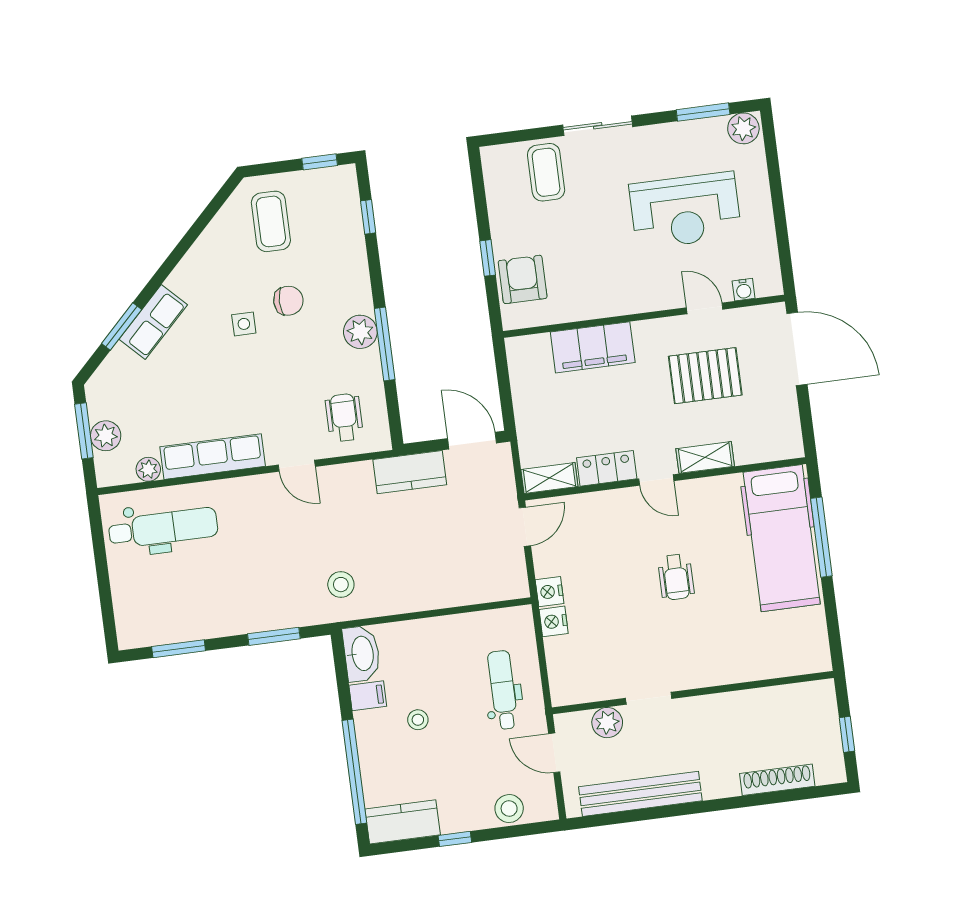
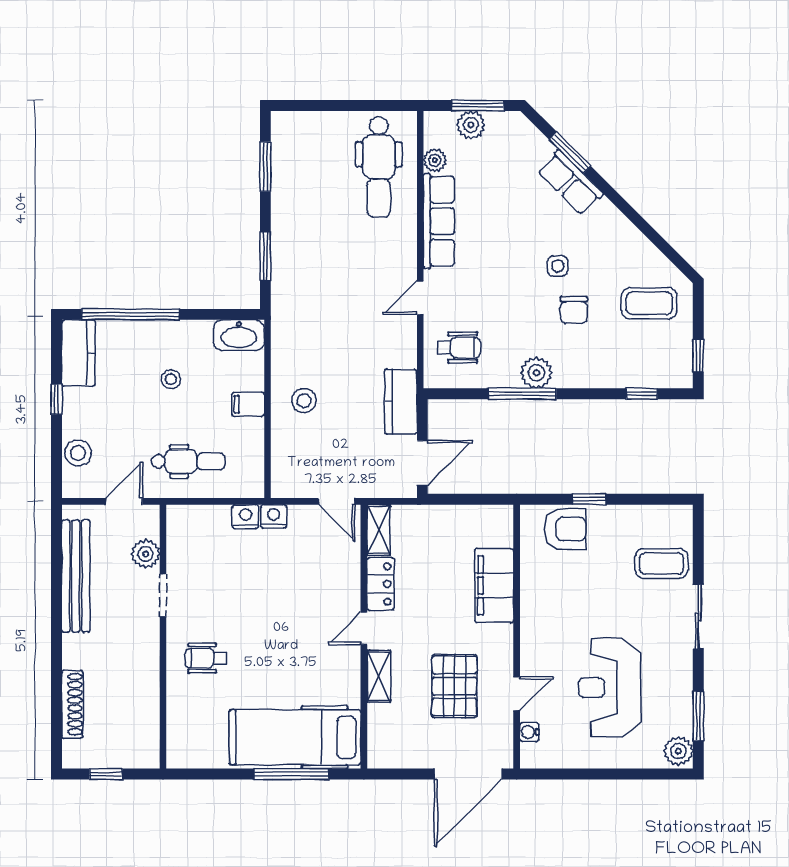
wheelchair: (676, 577) -> (205, 658), moved
stool: (341, 585) -> (304, 400), moved
filing cabinet: (368, 696) -> (248, 404), moved, turned 90

